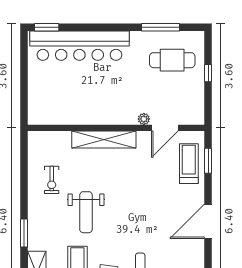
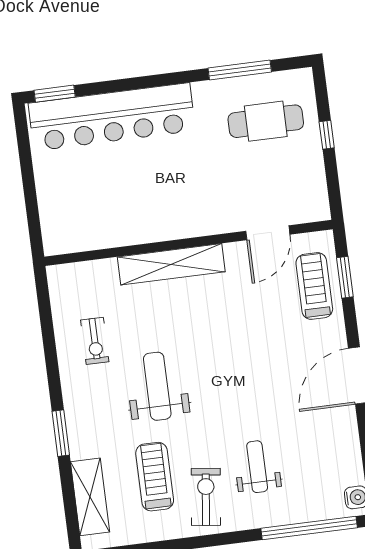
plant: (144, 119) -> (232, 223), removed
weight bench: (86, 212) -> (157, 386), turned 180

